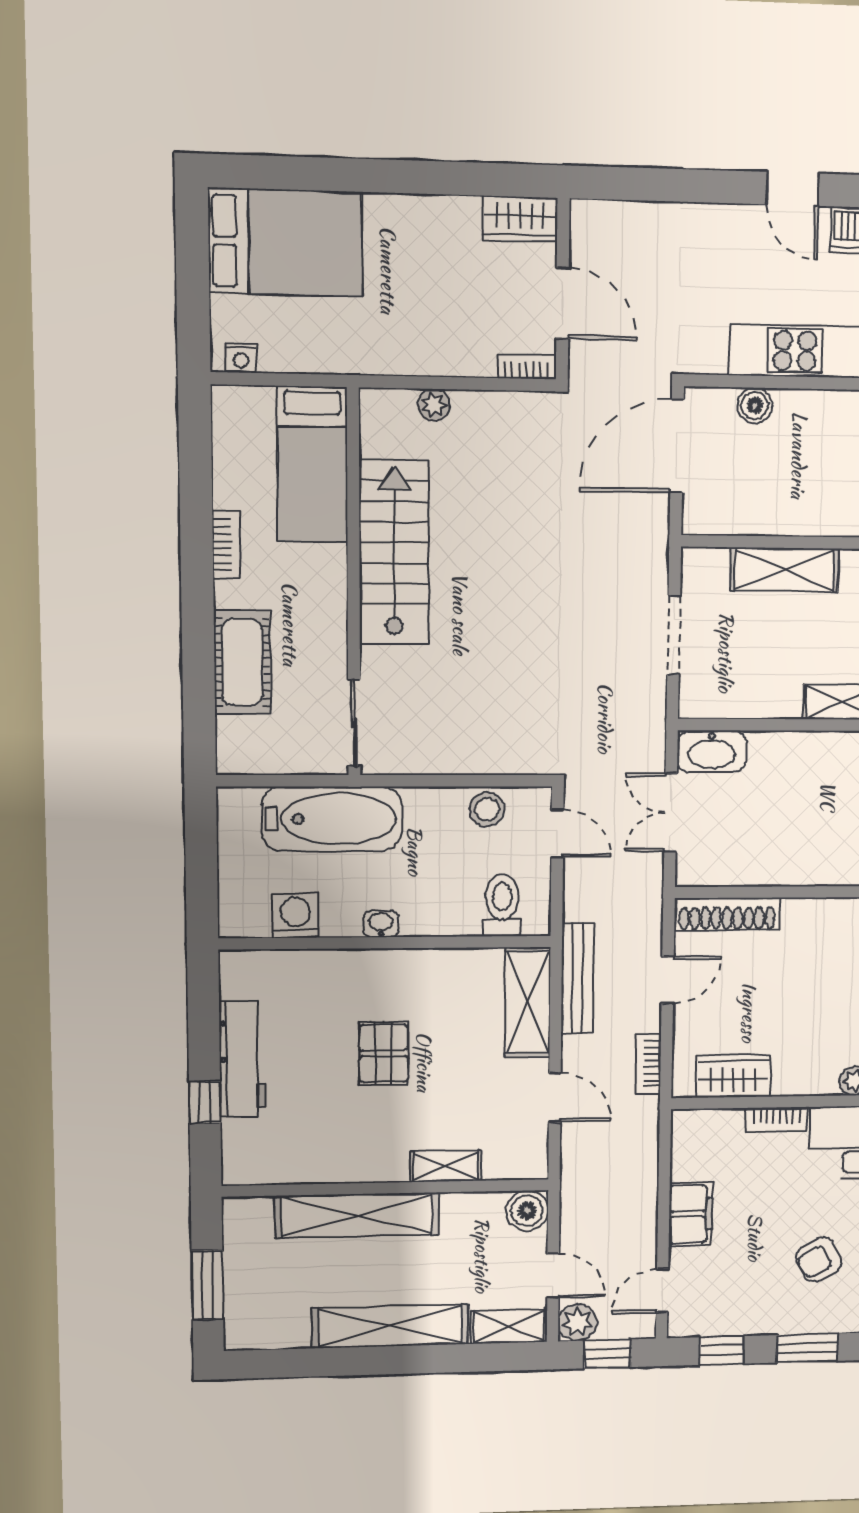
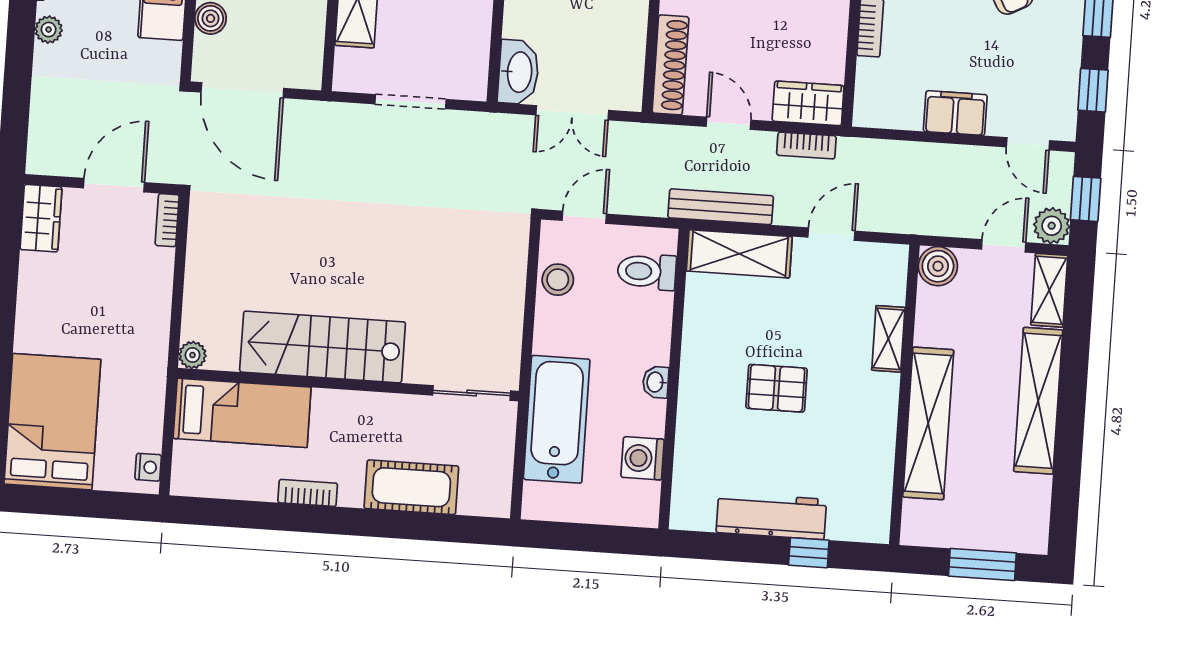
plant: (734, 219) -> (49, 30), added
plant: (434, 405) -> (193, 355), moved
wardrobe: (733, 1076) -> (808, 103), moved, turned 90

